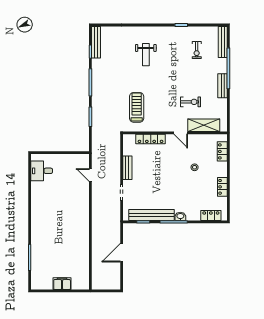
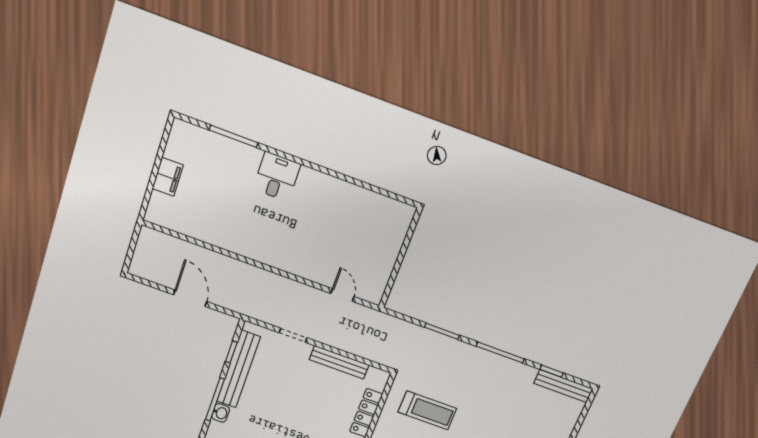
bench: (127, 168) -> (339, 362), width x1.36
desk: (42, 171) -> (277, 177), moved
door: (90, 175) -> (342, 295), hinge flipped

